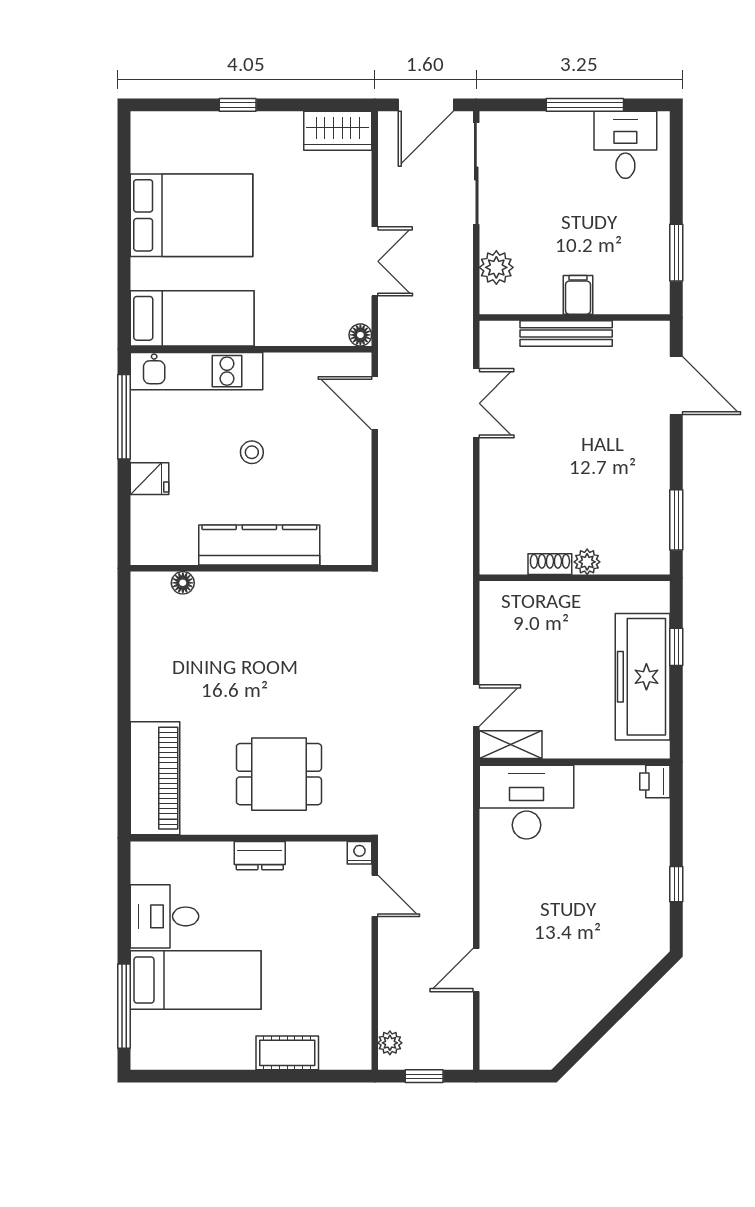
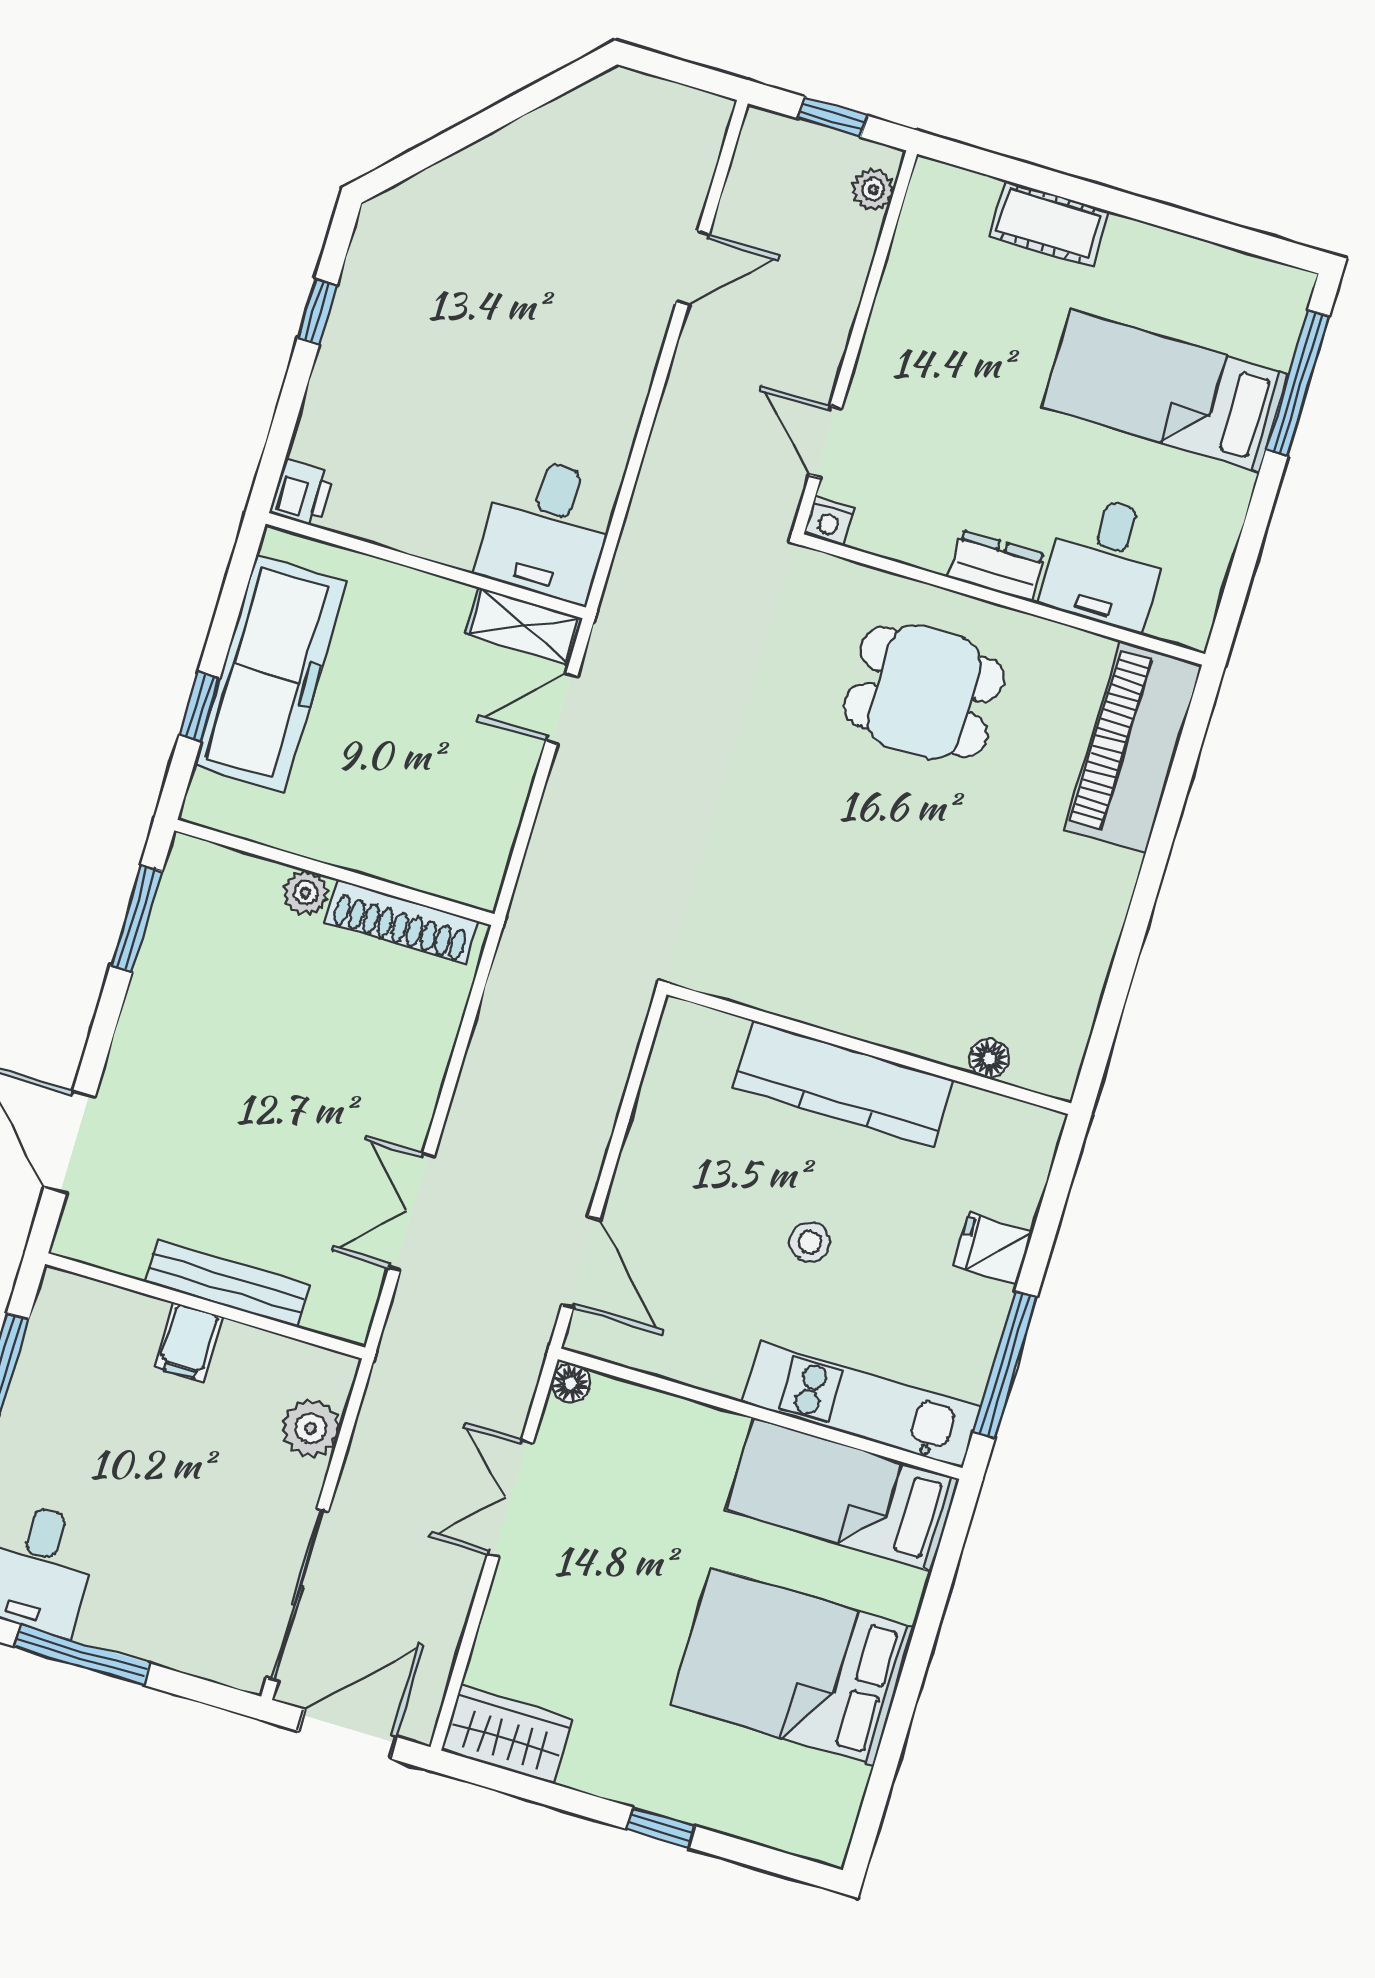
shoe rack: (550, 564) -> (402, 922), width x1.94, depth x1.24
desk: (527, 802) -> (547, 529), width x0.73
desk: (164, 916) -> (1106, 562), moved, turned 90

